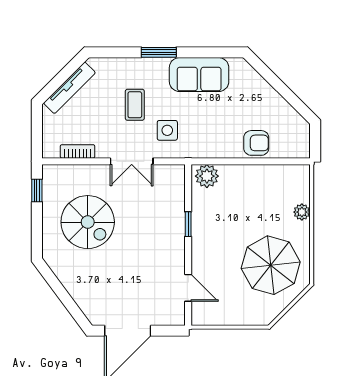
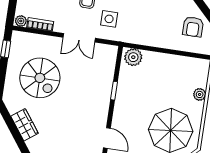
armchair: (256, 143) -> (193, 27), moved, turned 90
plant: (51, 151) -> (21, 21), added
wardrobe: (77, 287) -> (25, 125), added

